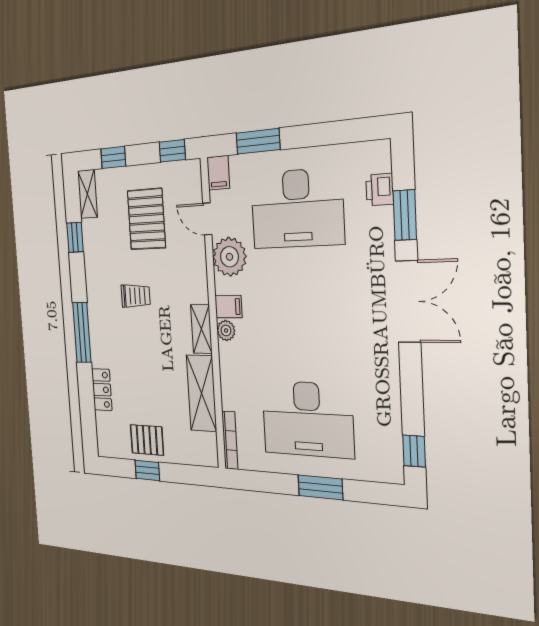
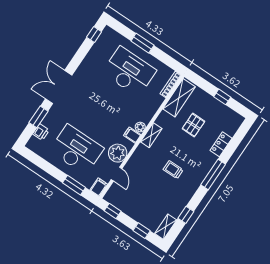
pallet: (146, 219) -> (144, 195), removed
shelving: (202, 393) -> (179, 98), moved
pallet: (147, 440) -> (193, 125), moved, turned 90

